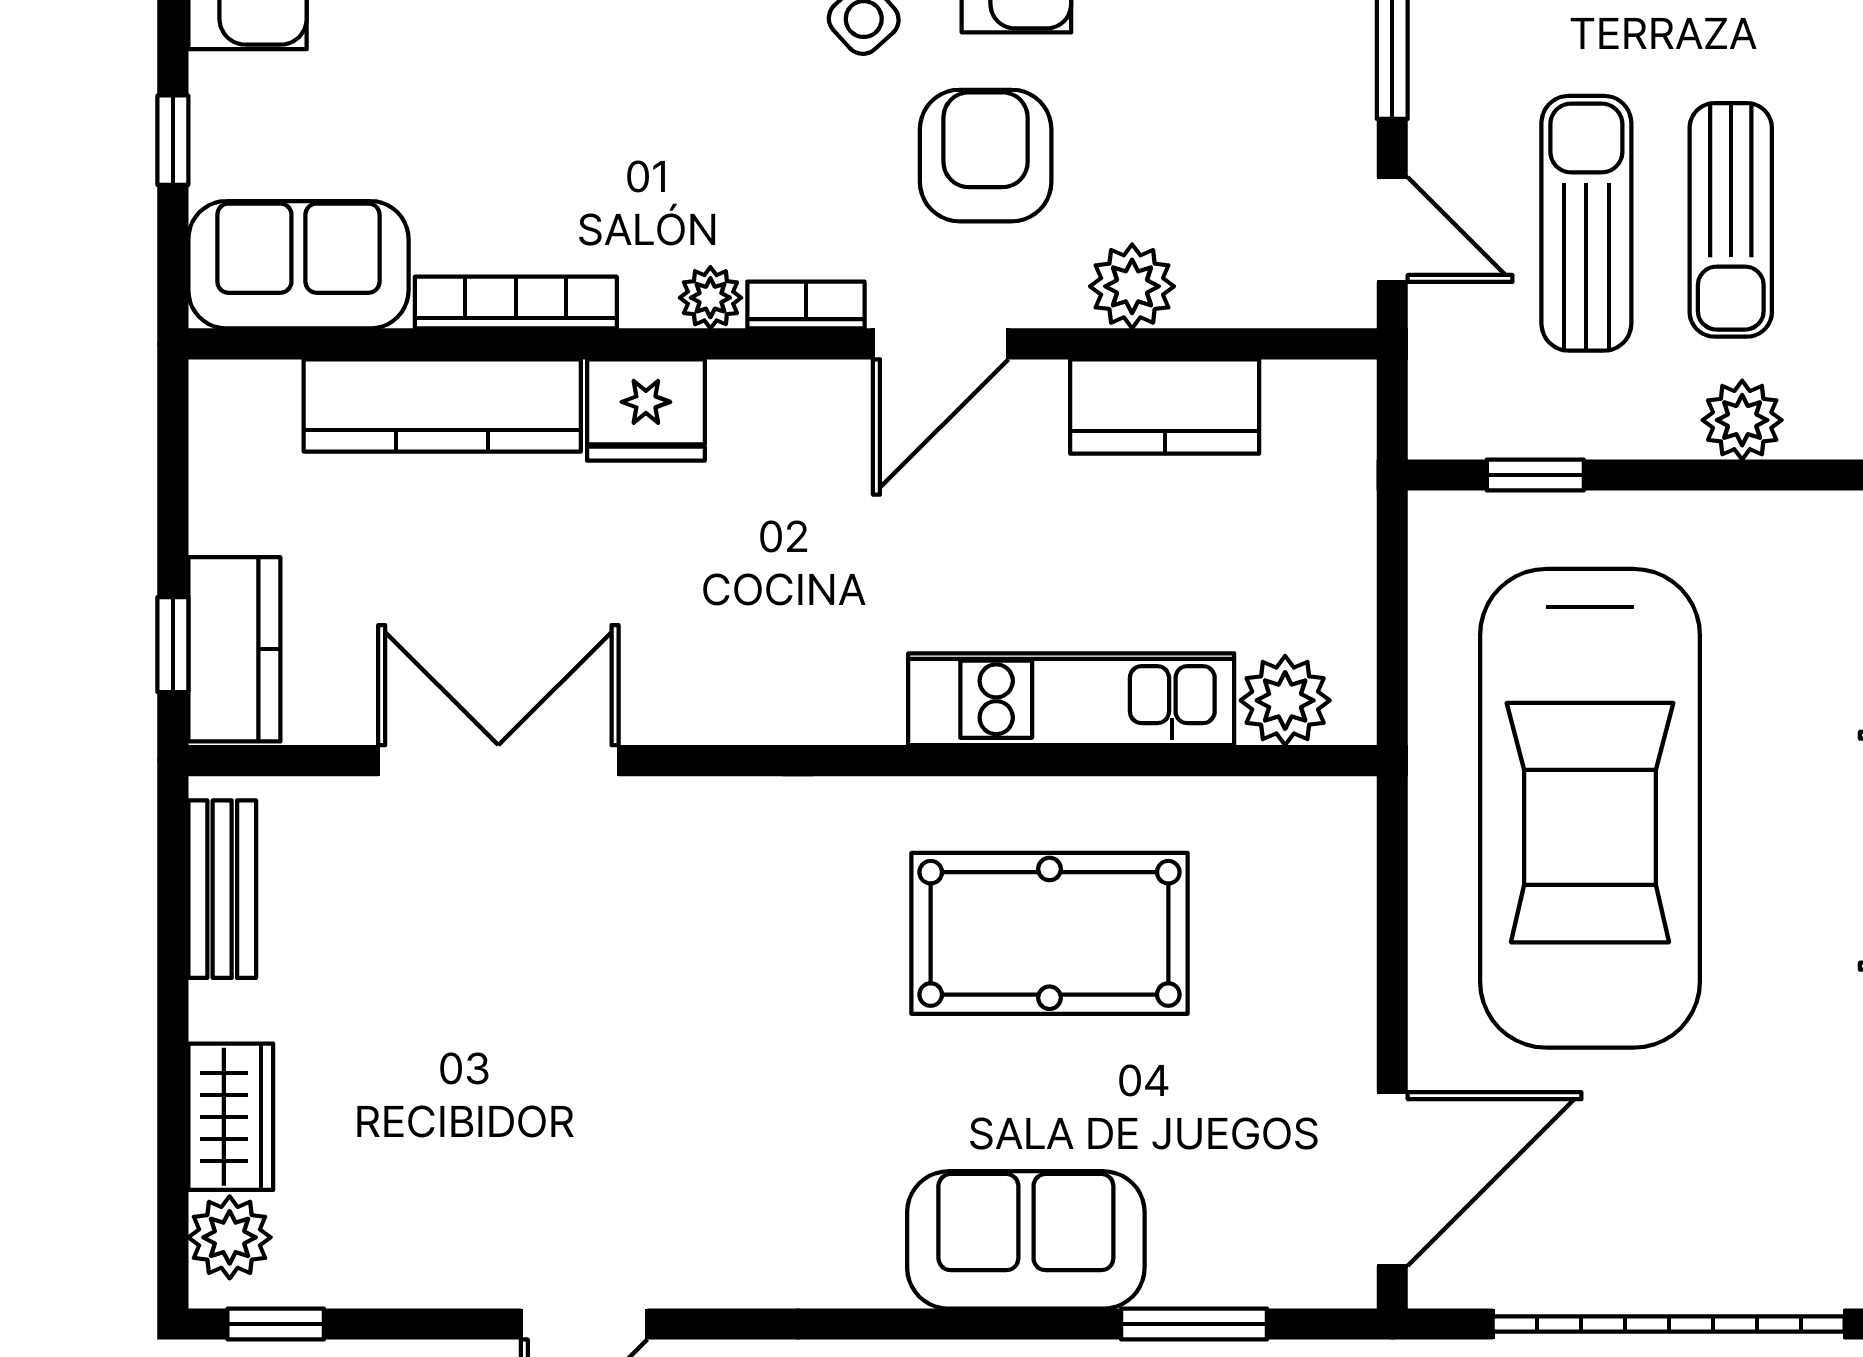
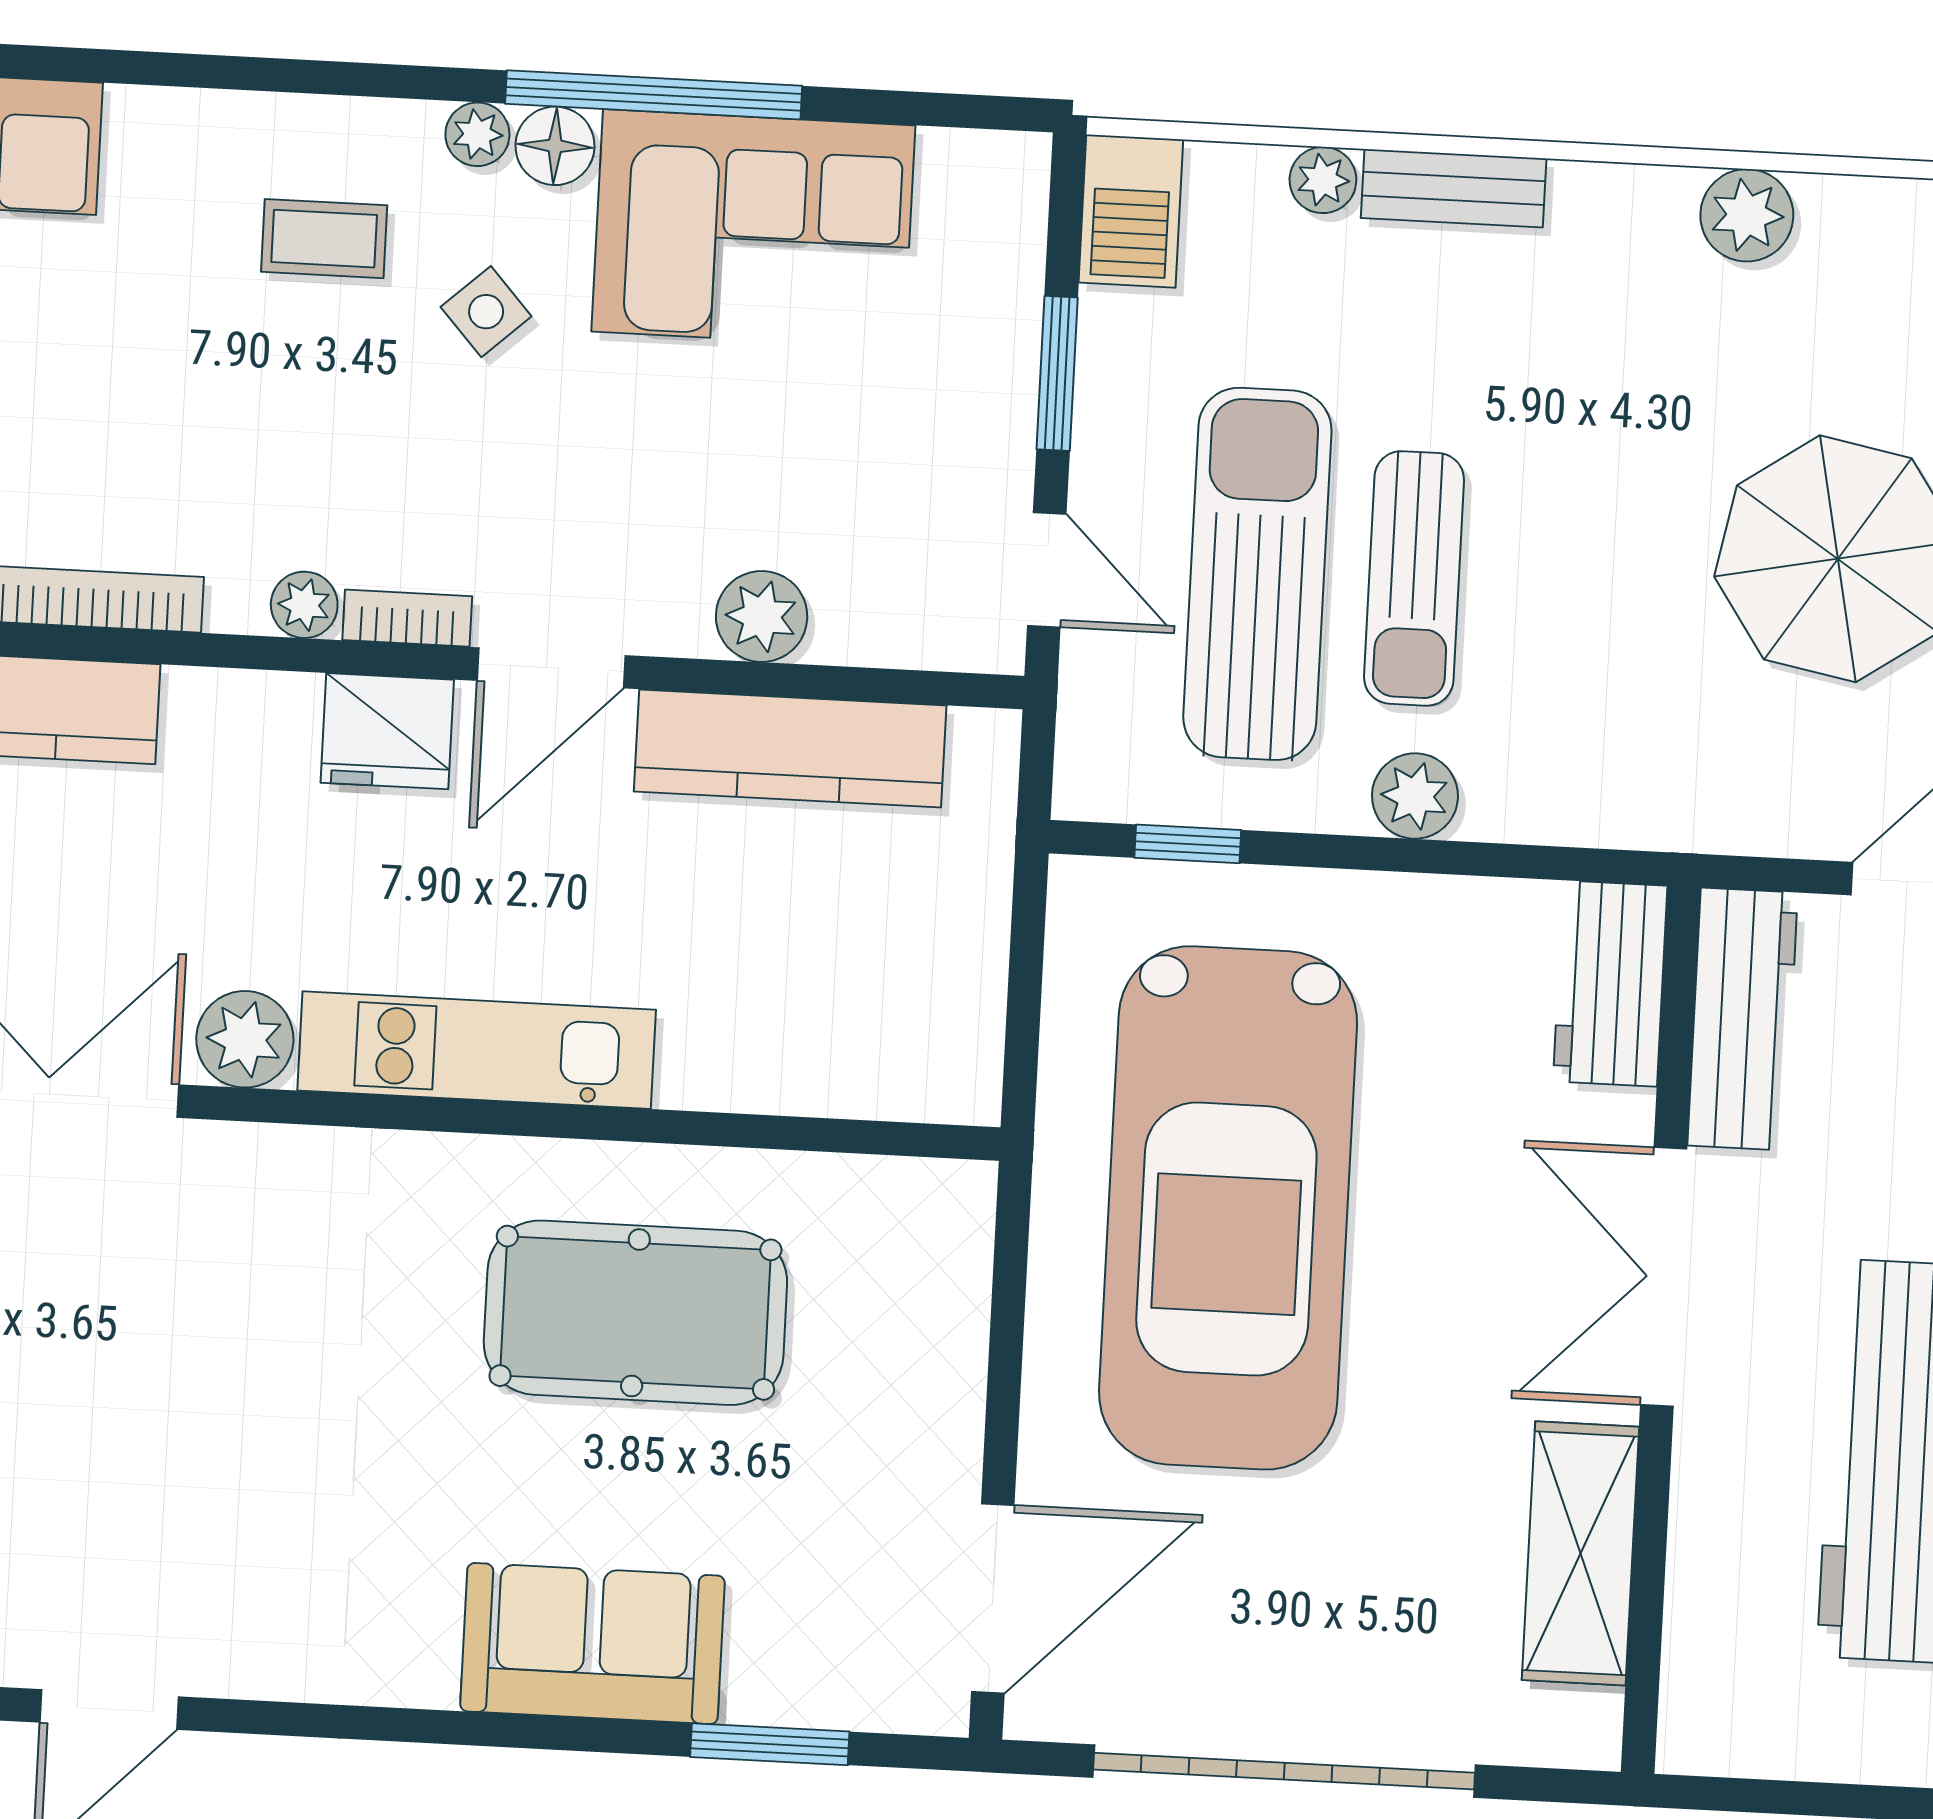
armchair: (986, 156) -> (610, 466), removed
sun lounger: (1586, 223) -> (1257, 574), width x1.36, depth x1.34
kitchen counter: (1165, 407) -> (790, 749), width x1.50
fridge: (646, 410) -> (387, 731), moved
kitchen unit: (1071, 699) -> (477, 1050), moved
plant: (1285, 700) -> (245, 1039), moved

